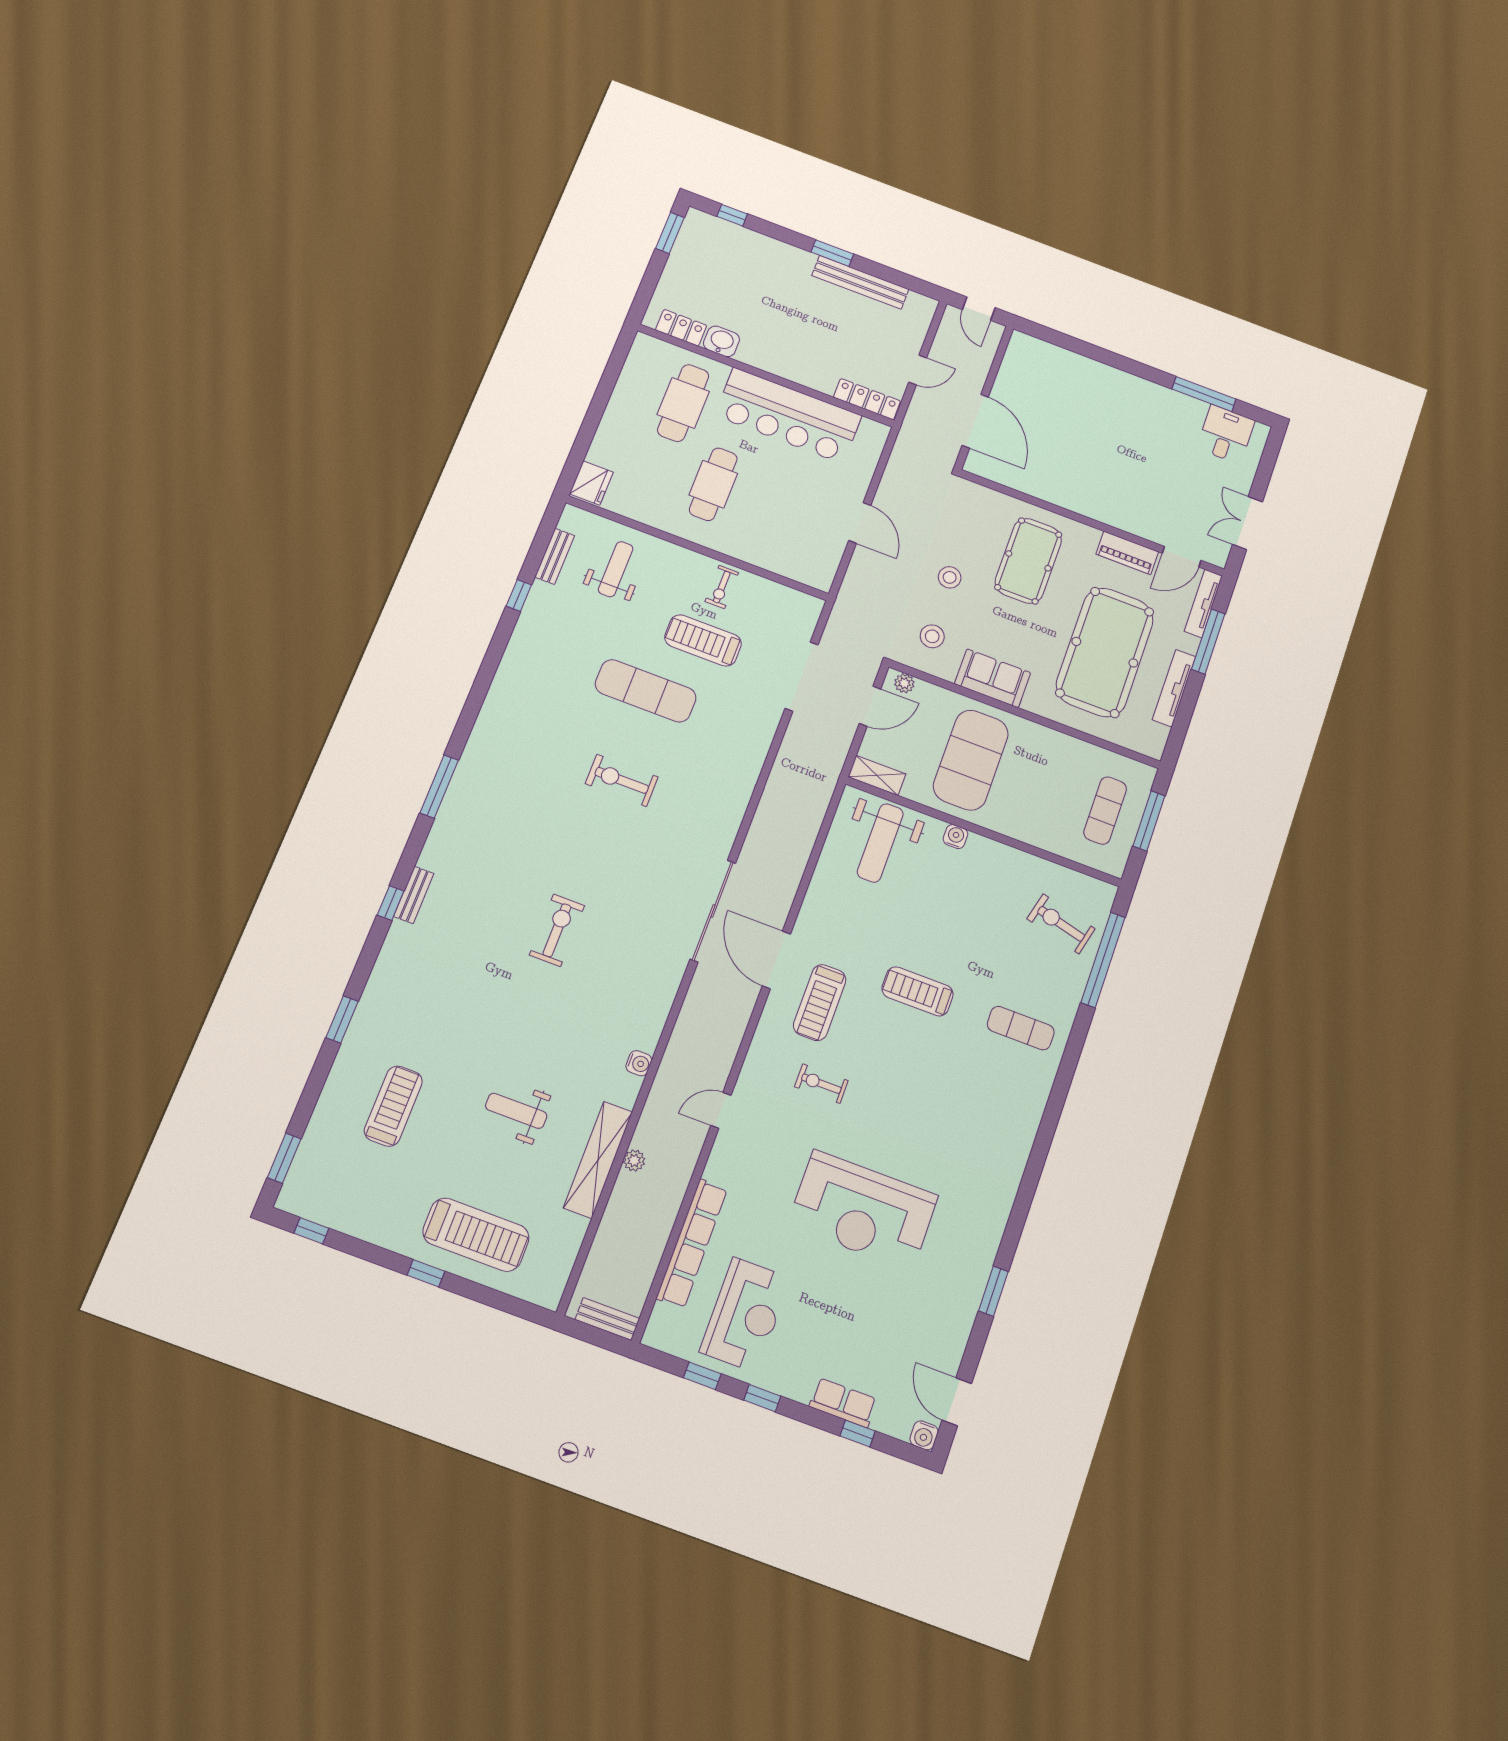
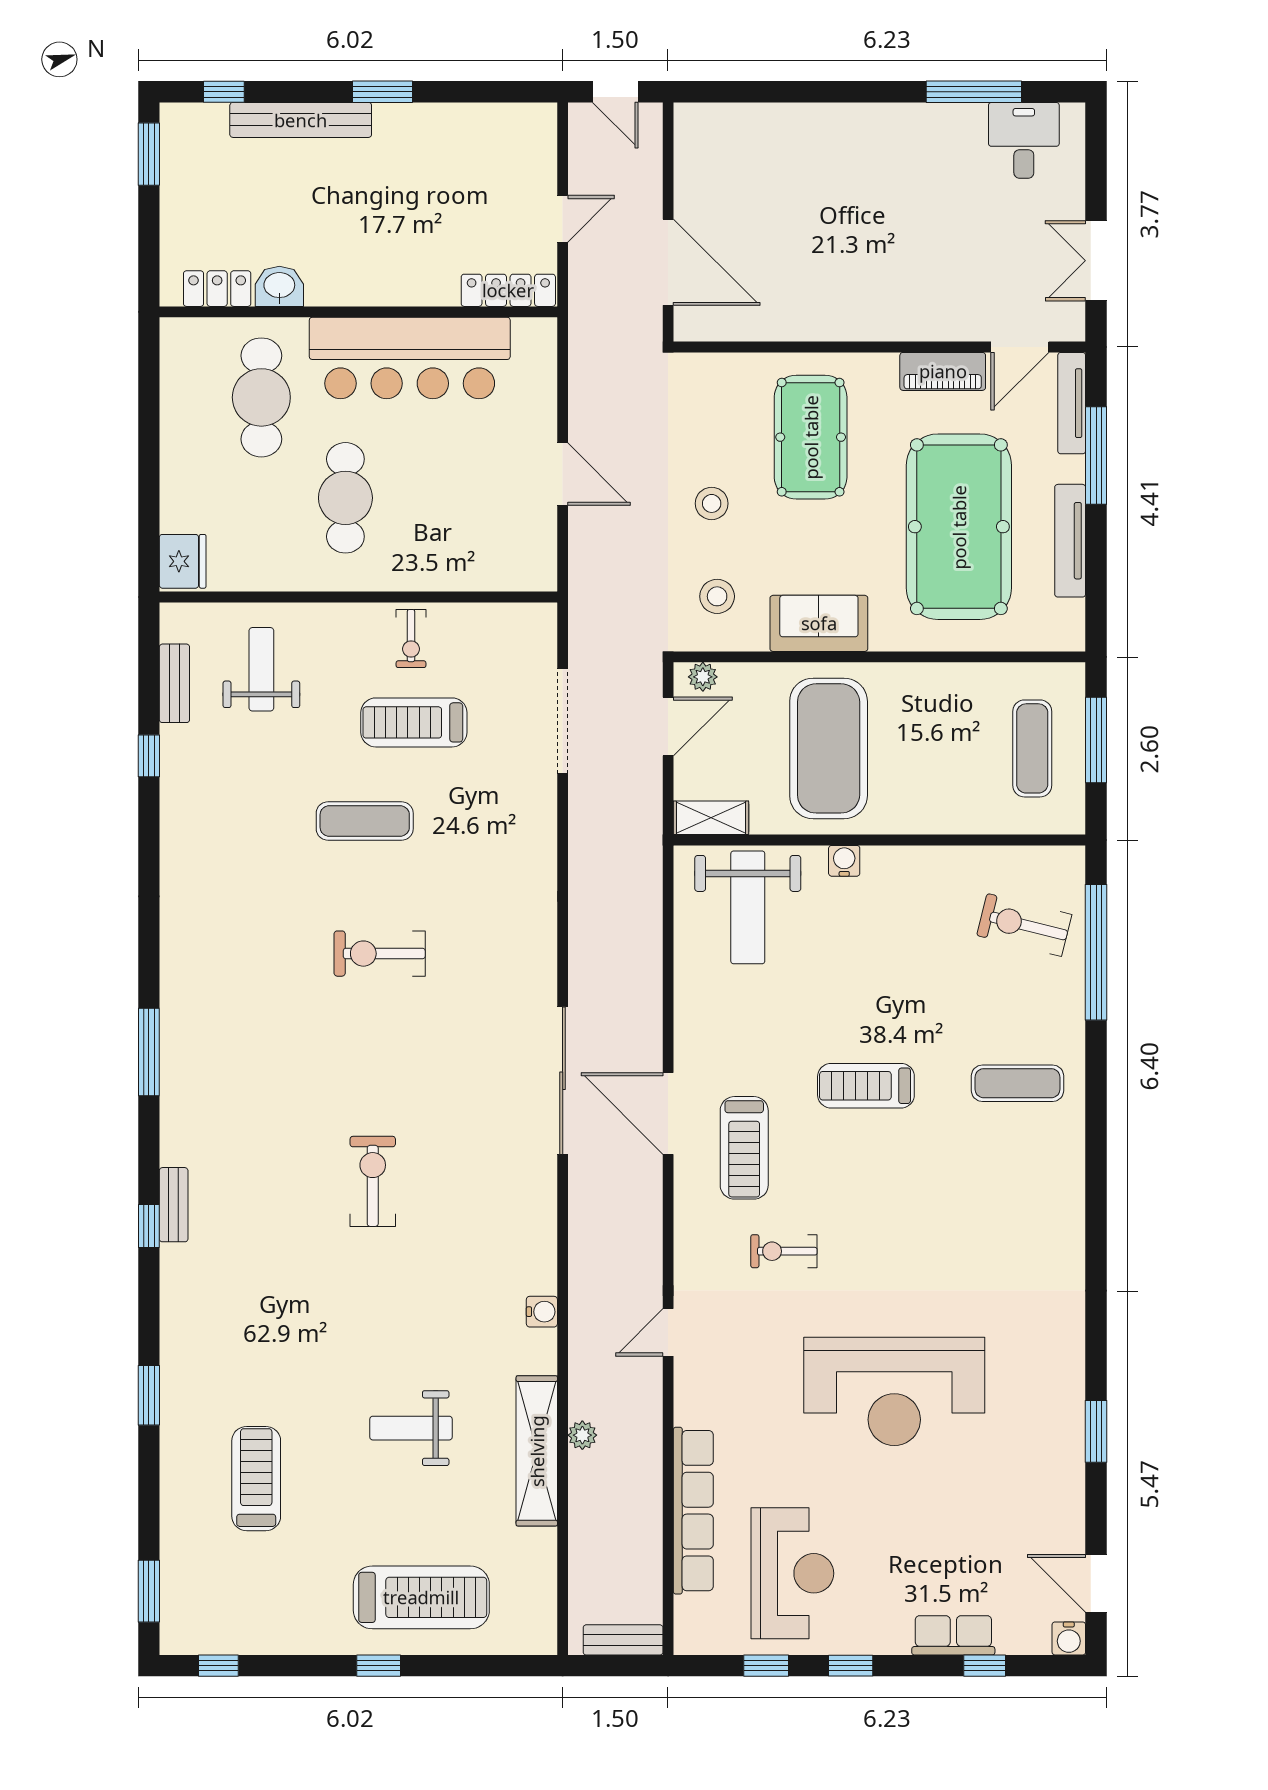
bench: (860, 282) -> (301, 120), moved
exercise mat: (646, 691) -> (365, 821), width x0.73, depth x0.69

